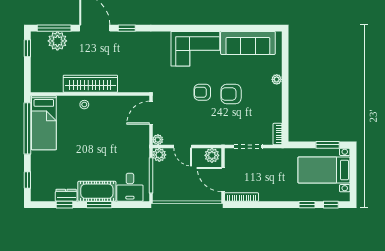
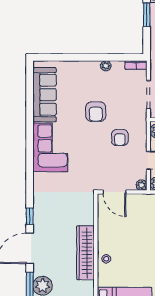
plant: (277, 79) -> (106, 66), moved
armchair: (202, 92) -> (120, 138), moved

